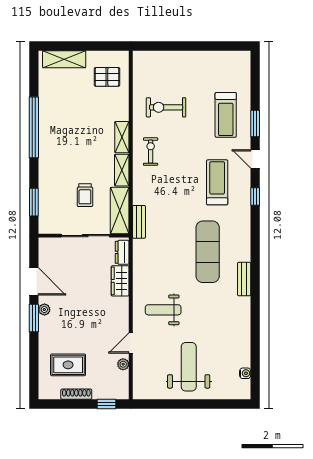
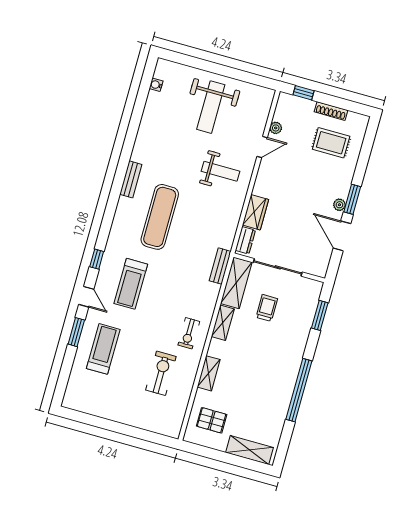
exercise bike: (166, 107) -> (161, 373), turned -90
shelving: (122, 137) -> (209, 373), moved

